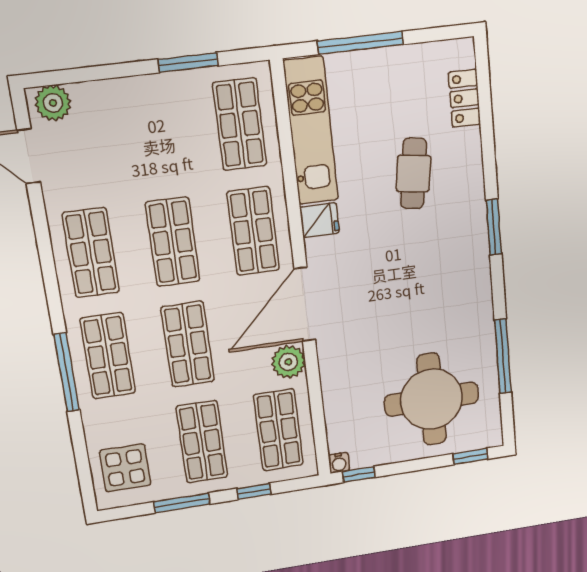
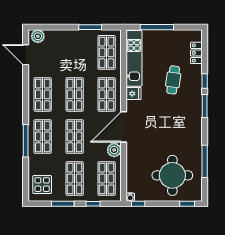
window: (489, 166) -> (205, 81), added

